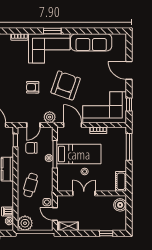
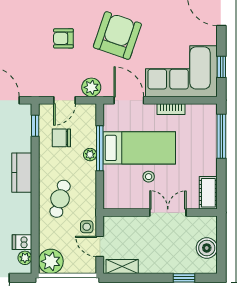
double door: (84, 193) -> (168, 212), moved
boiler: (120, 205) -> (207, 248), moved

